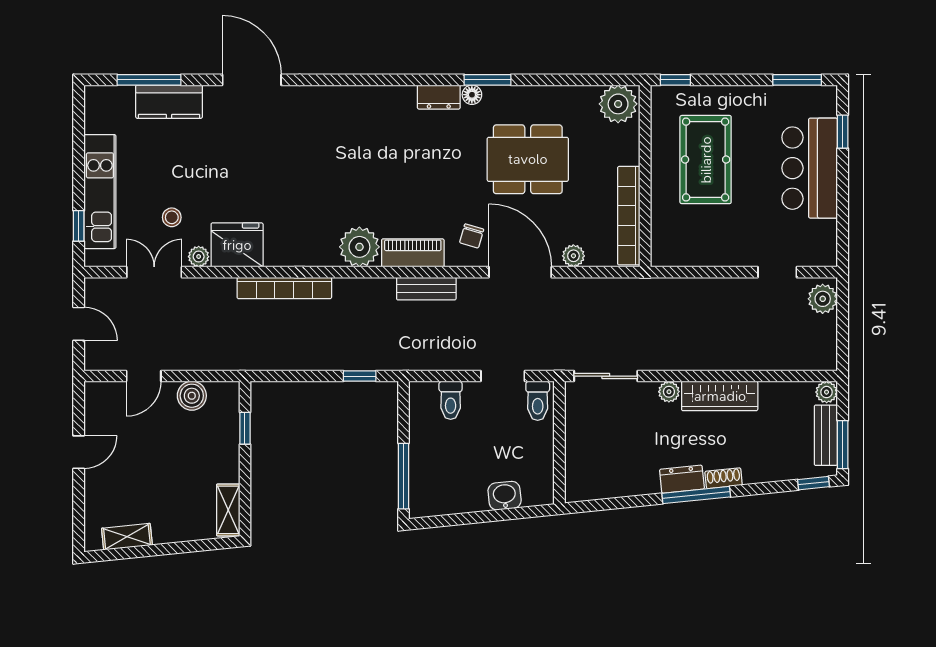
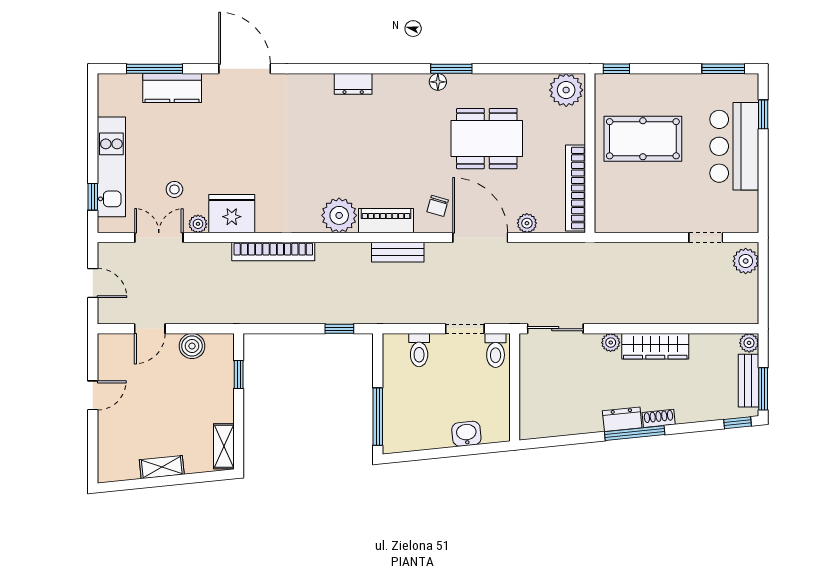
dresser: (439, 97) -> (353, 84), moved
pool table: (706, 160) -> (643, 139), turned 90
shelving: (127, 537) -> (162, 467), moved

